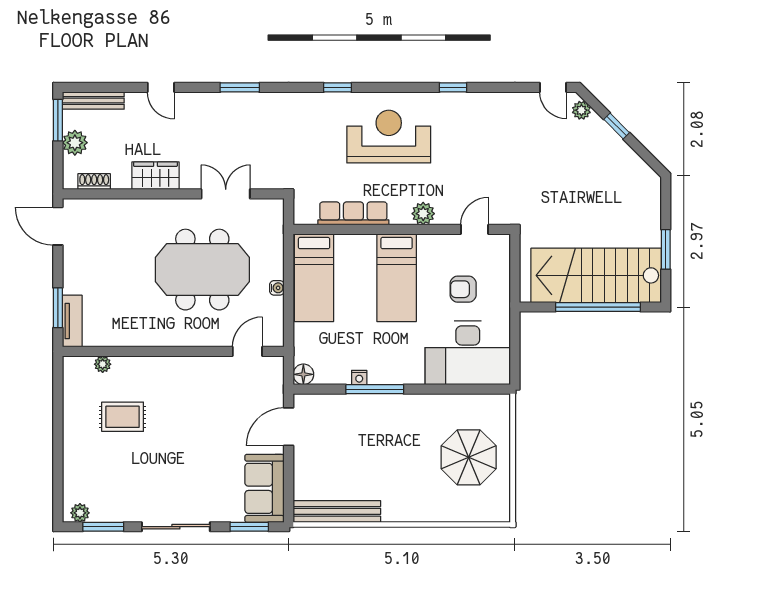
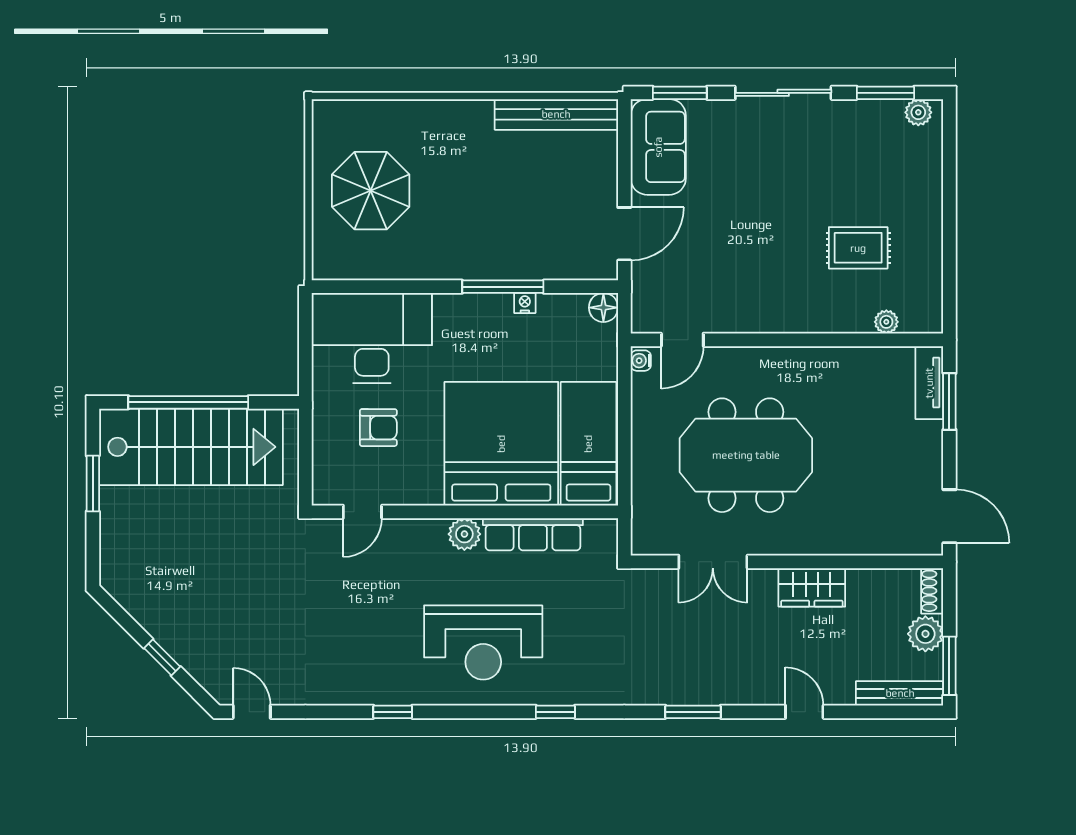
plant: (581, 110) -> (212, 680), removed
shoe rack: (94, 182) -> (932, 591), moved, turned 90
plant: (423, 214) -> (464, 534), moved
bed: (397, 278) -> (501, 444), width x2.04
water cooler: (277, 288) -> (641, 361), moved

